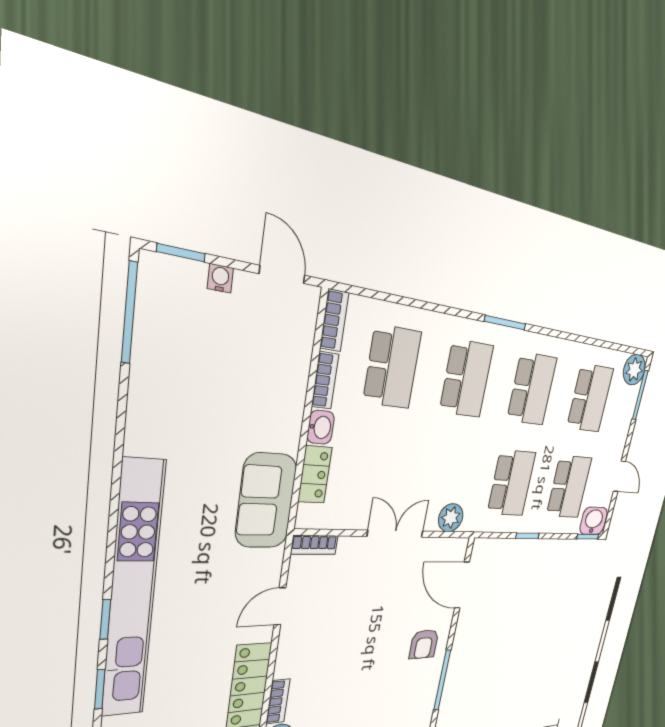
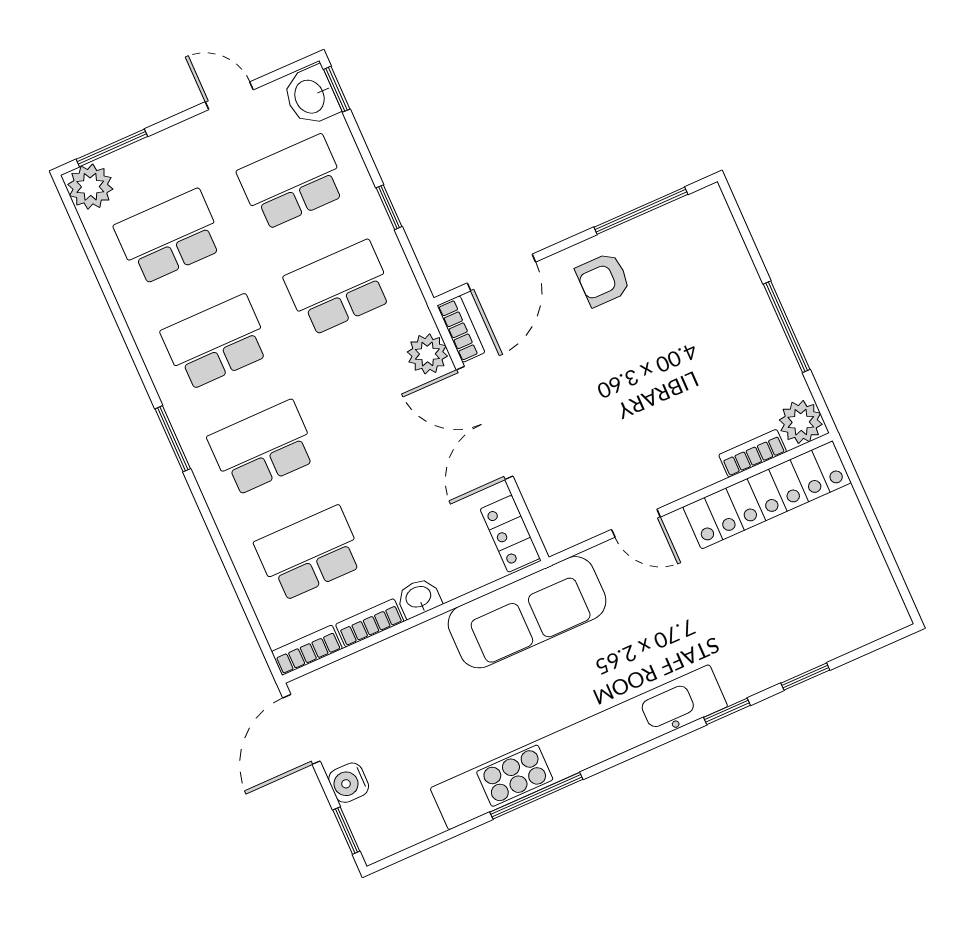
door: (282, 275) -> (302, 729), width x1.38
water cooler: (220, 278) -> (349, 783), width x1.38, depth x1.38
window: (129, 313) -> (536, 796), moved
locker: (315, 475) -> (510, 534), moved, turned -90
door: (619, 476) -> (229, 96), hinge flipped
sofa: (266, 501) -> (527, 612), width x1.36
double door: (395, 534) -> (485, 423), width x1.37
bookcase: (314, 545) -> (461, 329), moved
kitchen unit: (133, 592) -> (579, 747), moved
armchair: (424, 644) -> (603, 279), turned 180

